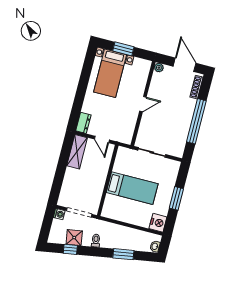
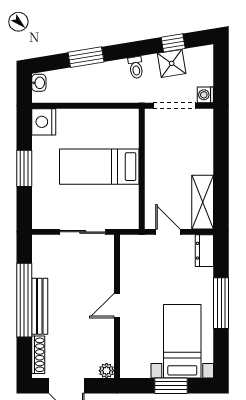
window: (82, 90) -> (221, 303), added
bench: (188, 115) -> (40, 306), added

